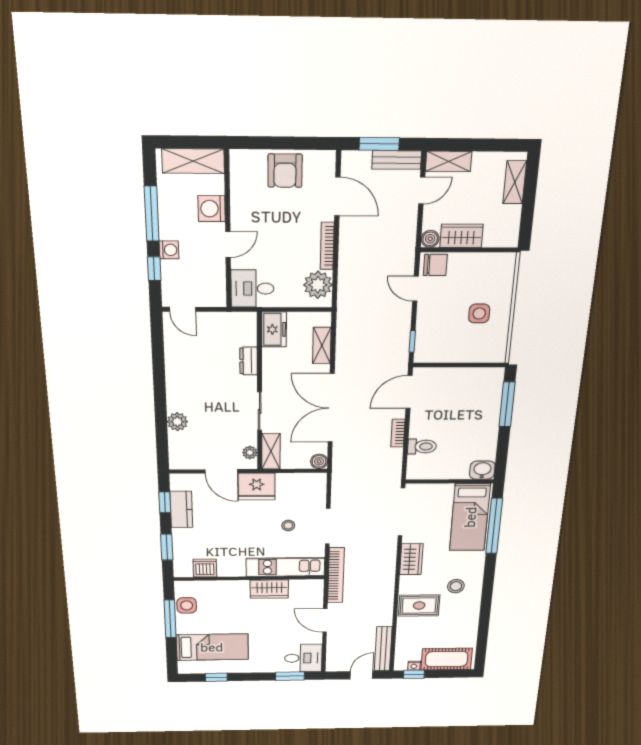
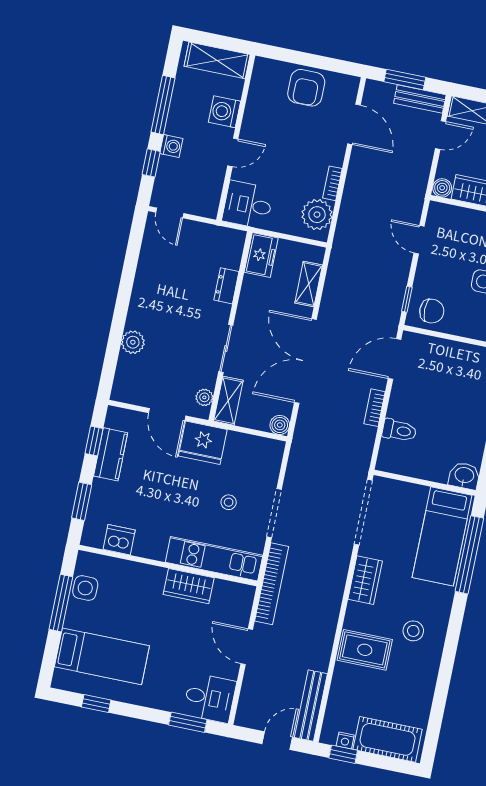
bookcase: (327, 246) -> (332, 183), width x0.64
chair: (435, 265) -> (432, 311), moved

